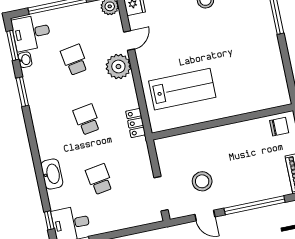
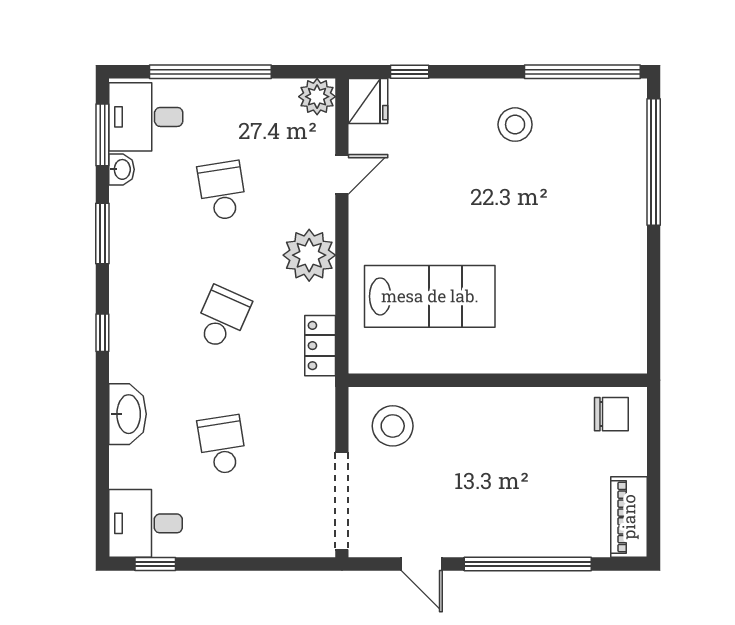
plant: (118, 67) -> (309, 255), moved
school desk: (87, 120) -> (222, 318), turned 33
stool: (202, 181) -> (393, 426), moved
doorway: (161, 194) -> (342, 501), width x1.36
window: (49, 220) -> (102, 333), moved

